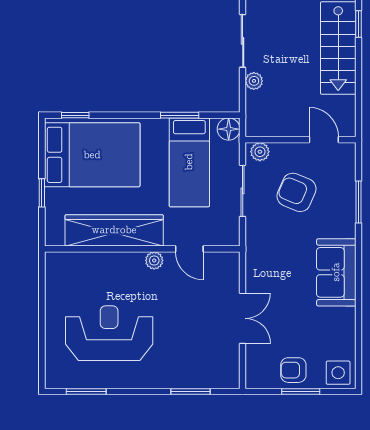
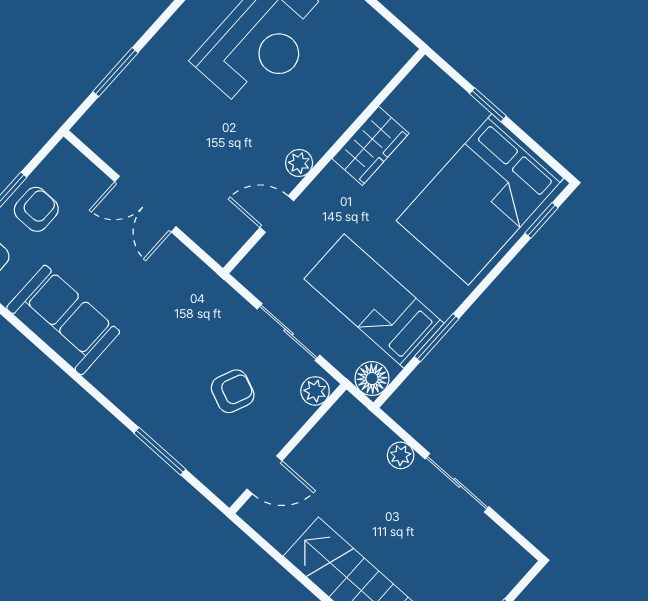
armchair: (297, 192) -> (233, 391), width x0.72, depth x0.72
wardrobe: (114, 230) -> (371, 146), width x0.48, depth x0.85
sofa: (336, 272) -> (63, 320), moved

